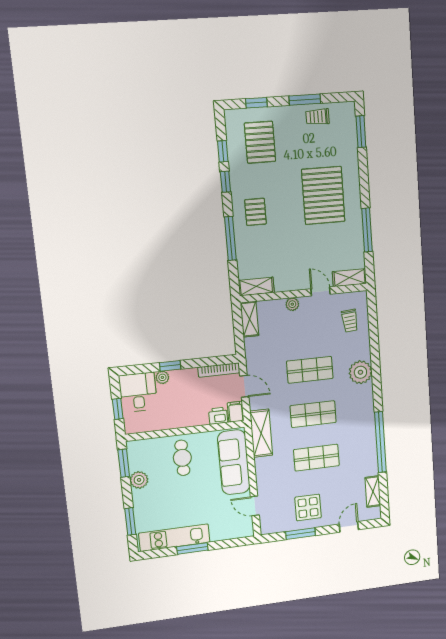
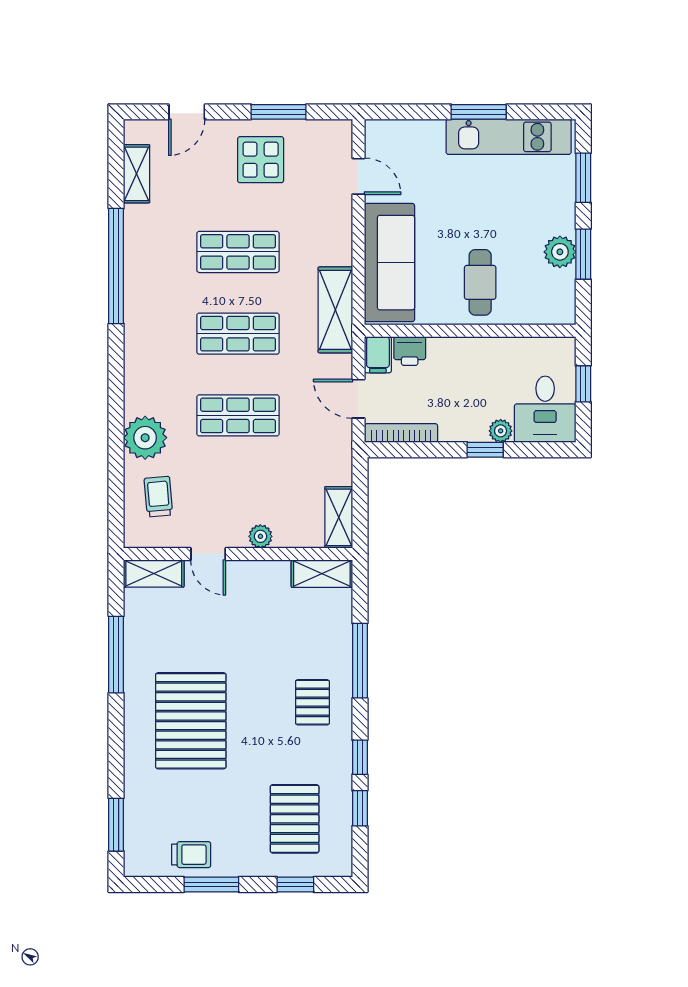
plant: (360, 372) -> (145, 438), moved
window: (124, 463) -> (583, 254), moved

